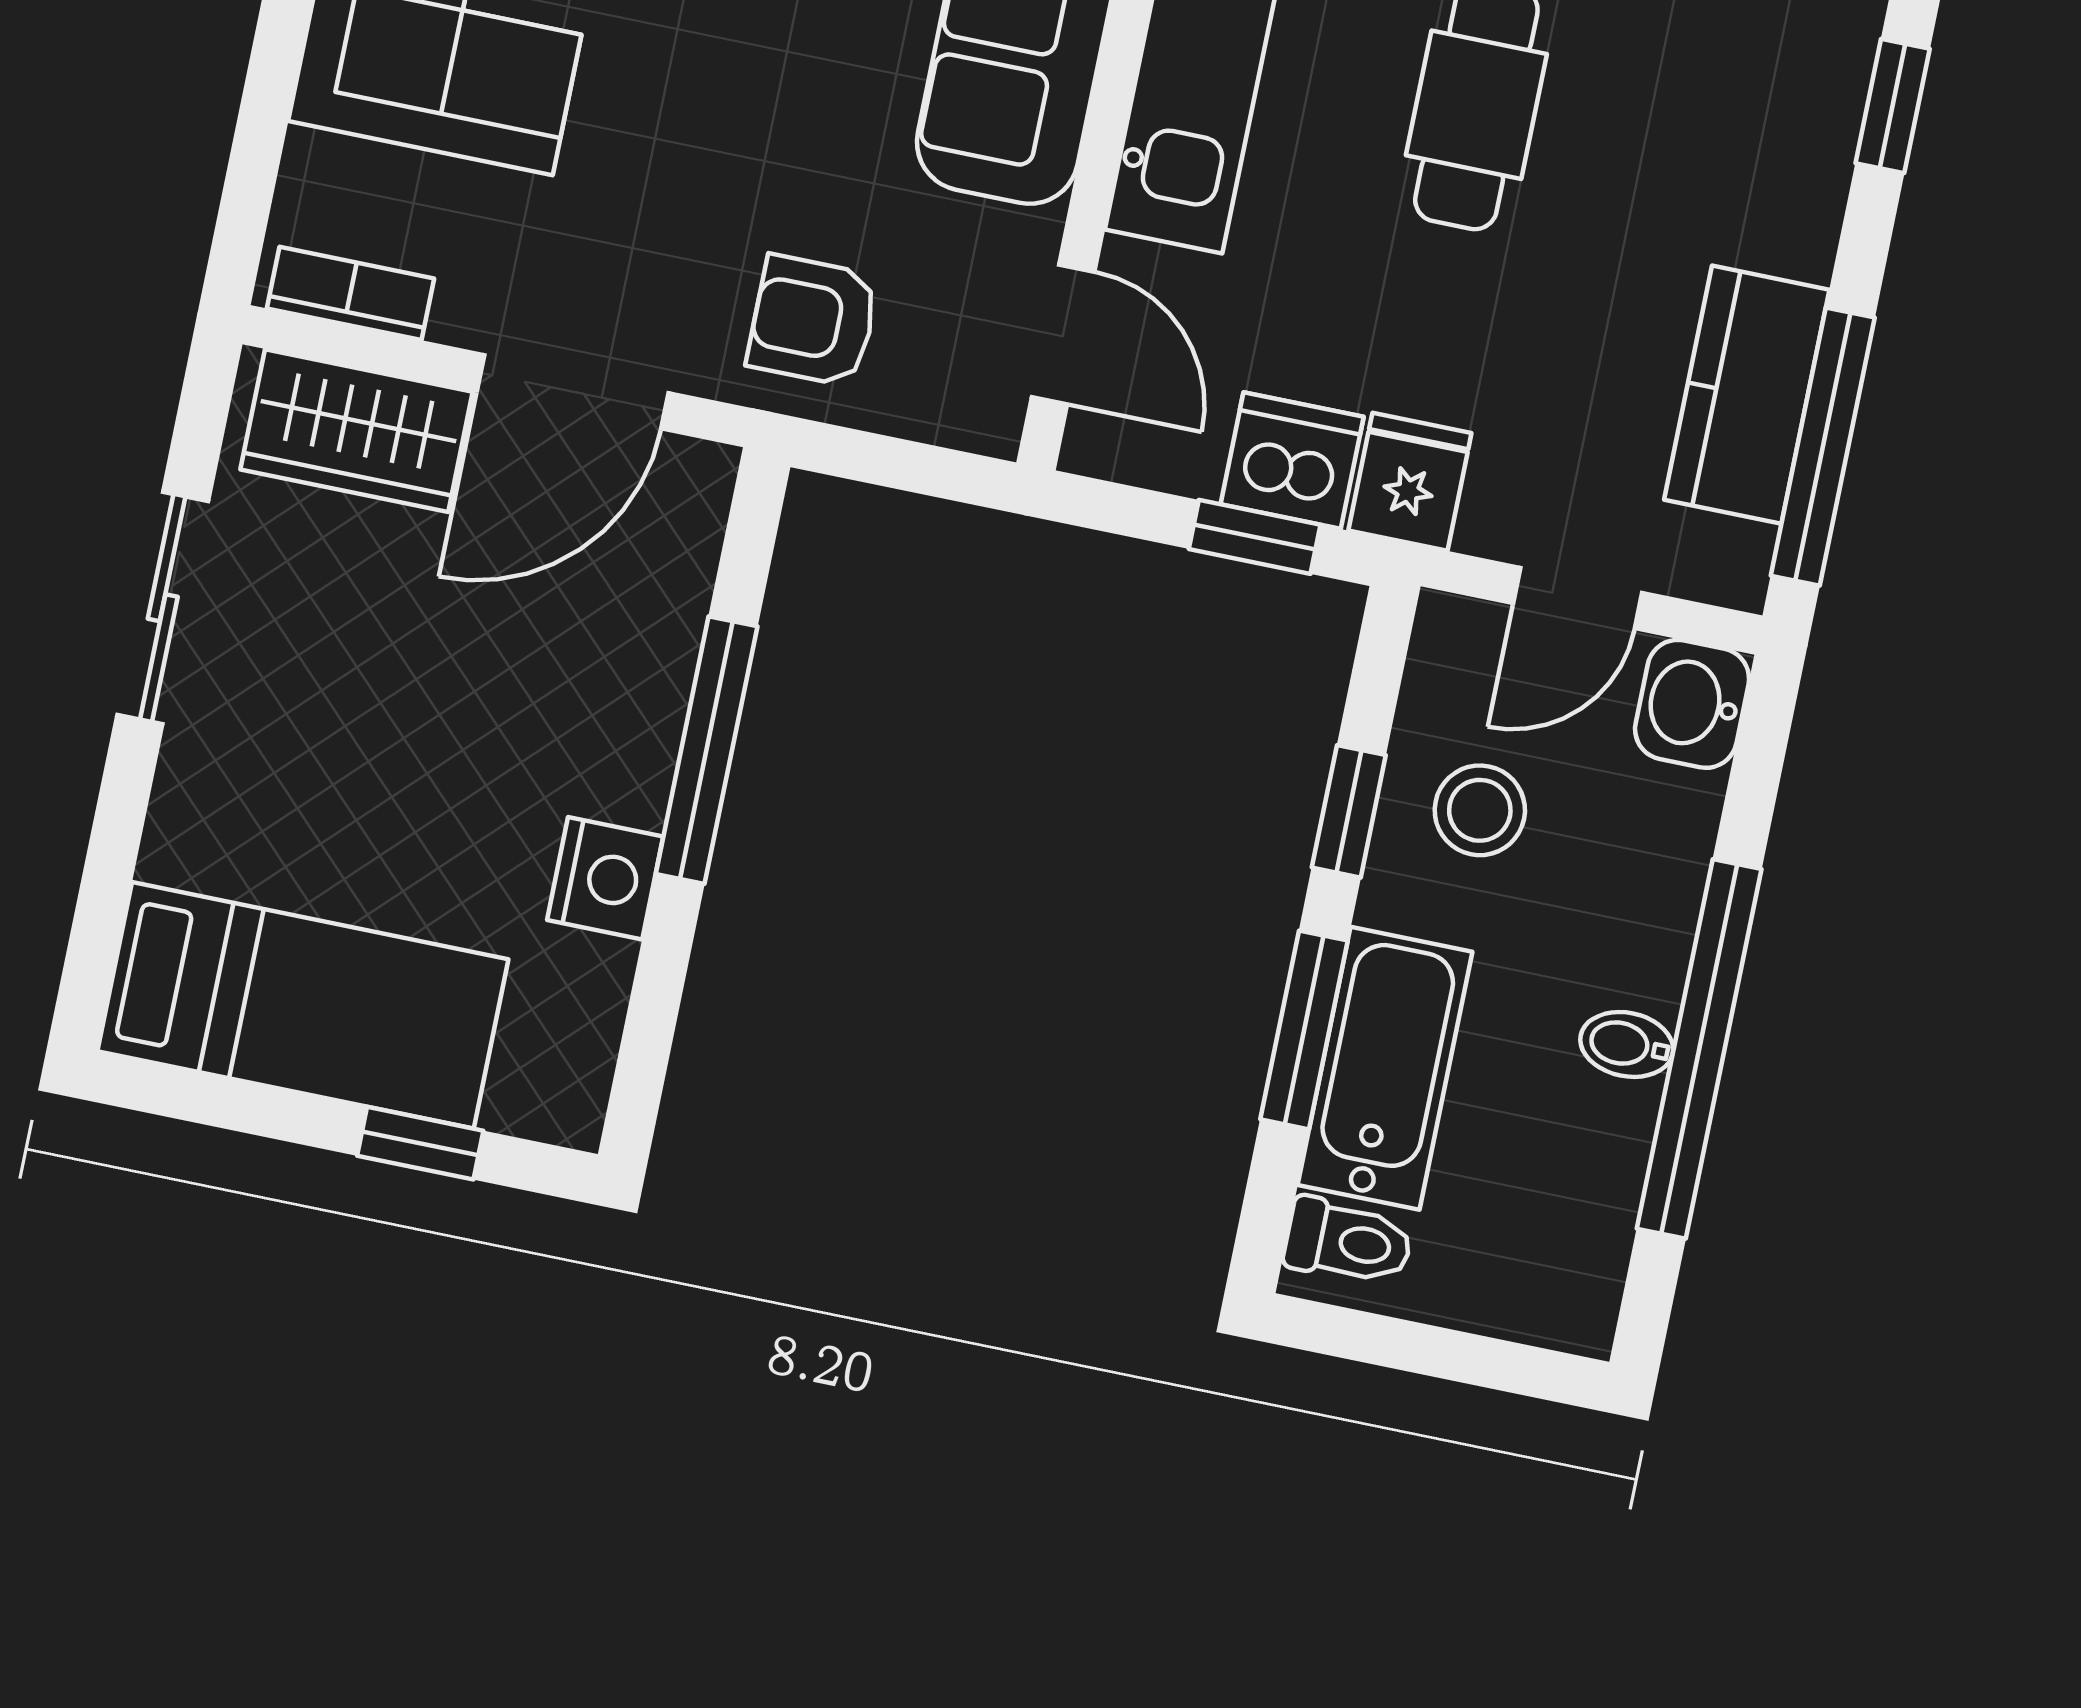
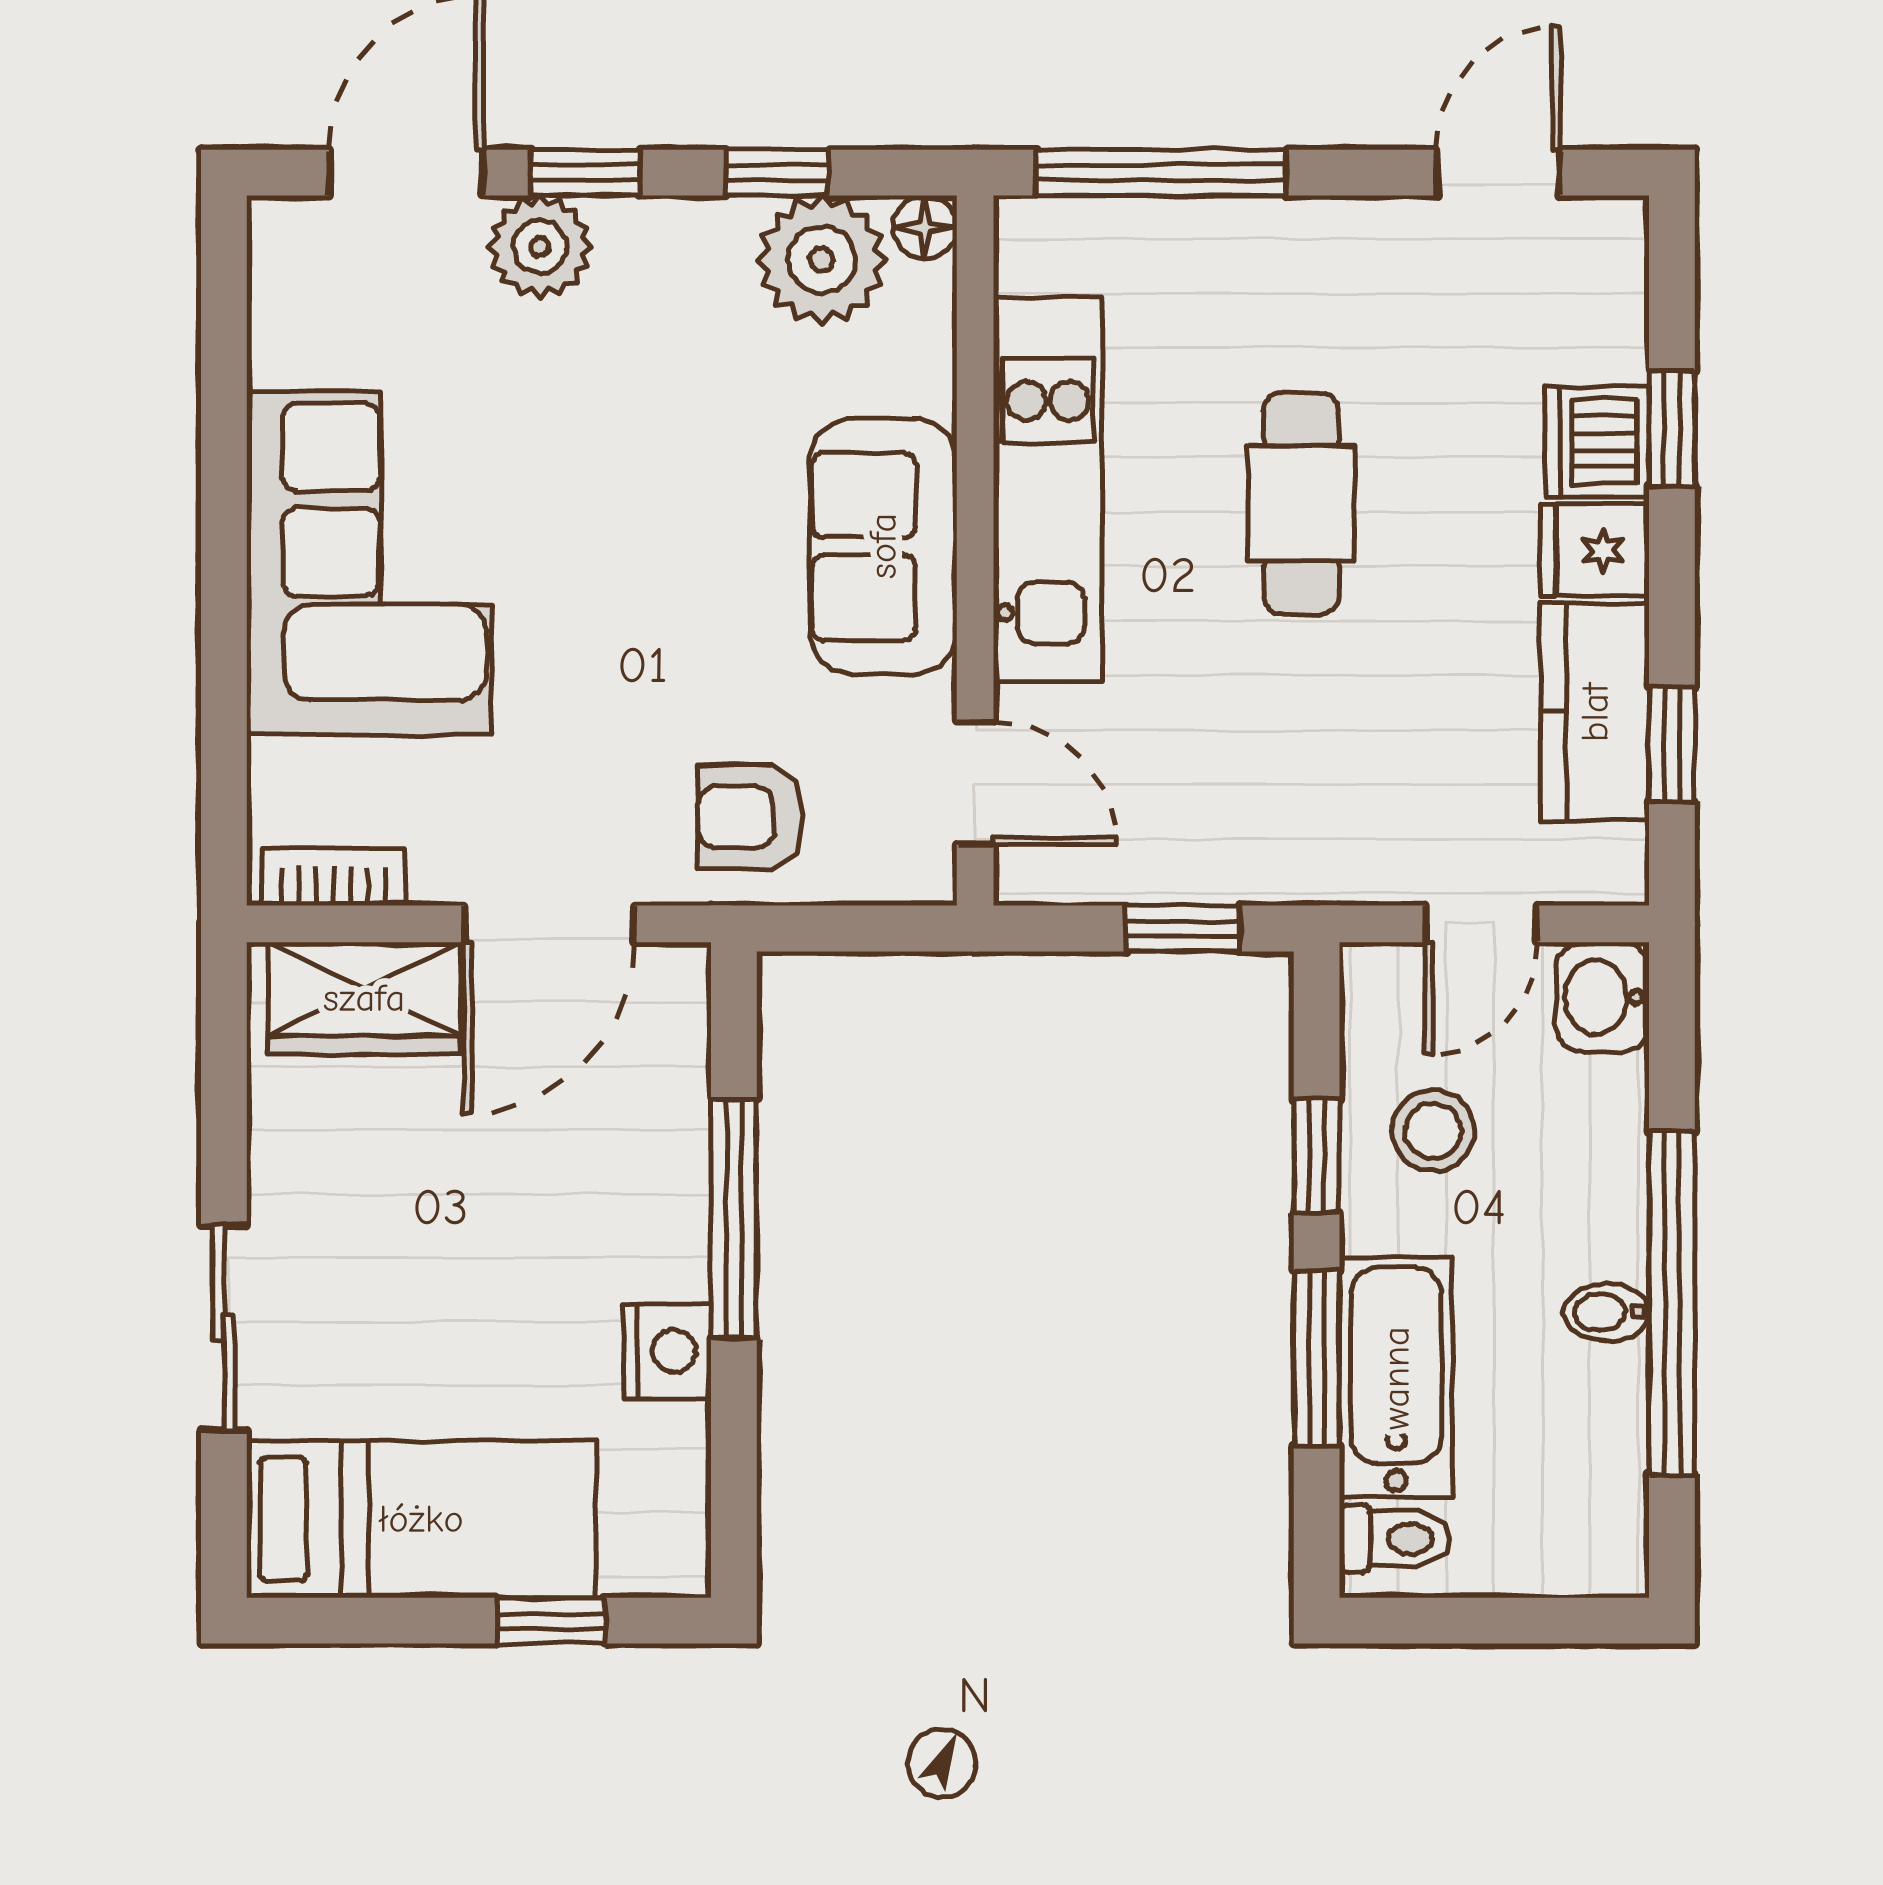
window: (1823, 447) -> (1672, 744), width x0.46
dishwasher: (1292, 461) -> (1597, 441), moved, turned -90
fridge: (1410, 482) -> (1594, 550), moved, turned -90
sliding door: (163, 608) -> (224, 1328), moved

